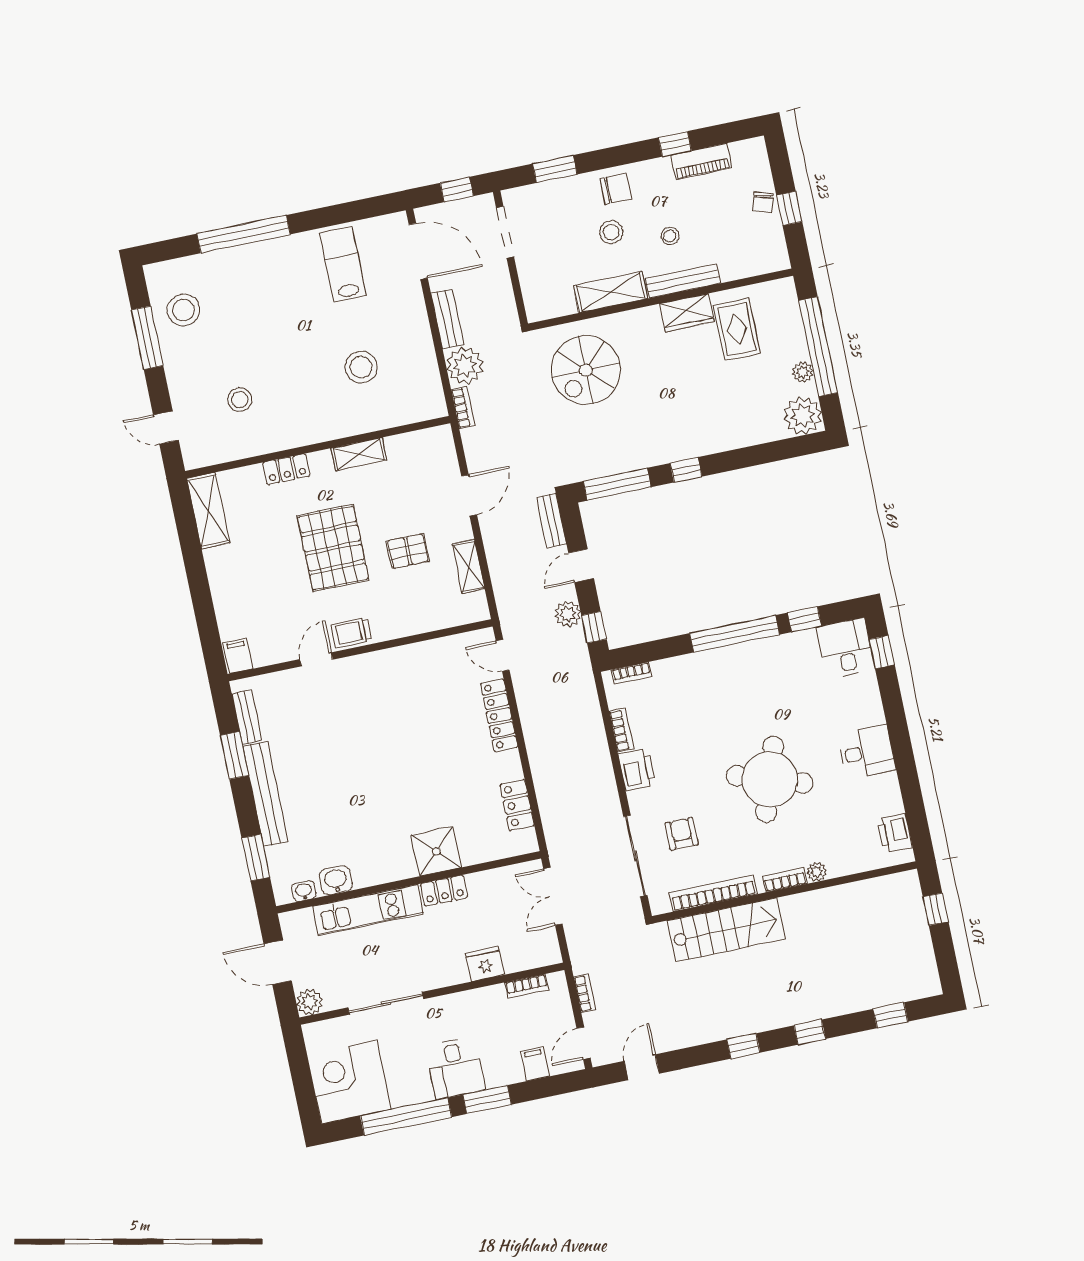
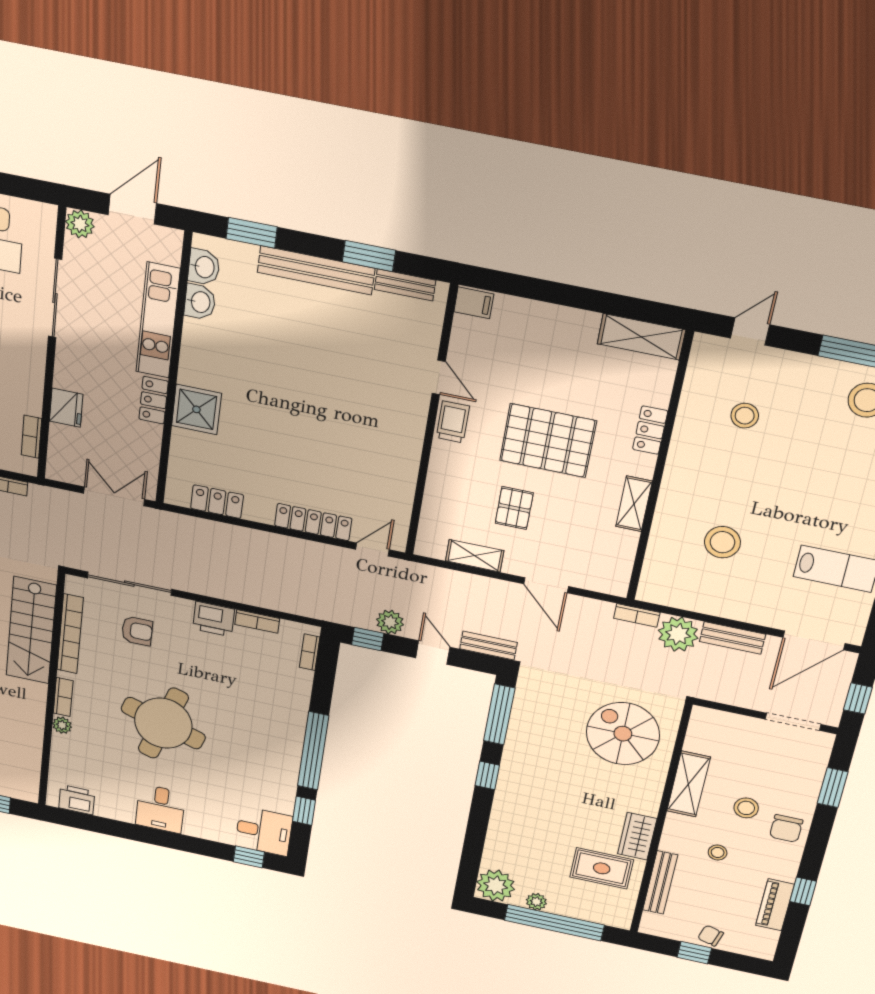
bench: (683, 281) -> (660, 882), moved
washbasin: (304, 891) -> (204, 267), width x1.38, depth x1.45

